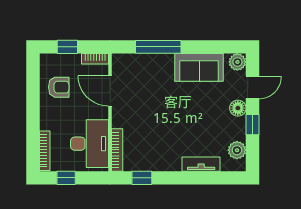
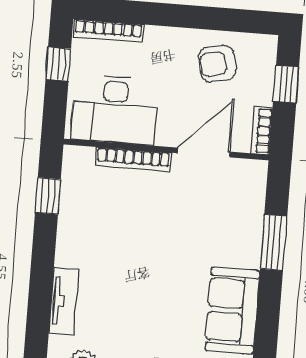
window: (158, 47) -> (274, 242), width x0.69
armchair: (59, 87) -> (217, 64), turned 78
bookcase: (117, 150) -> (133, 159), moved

